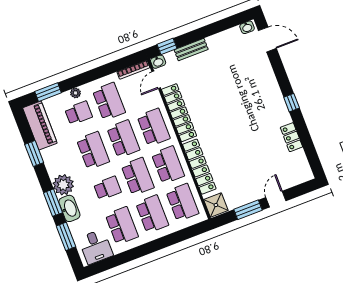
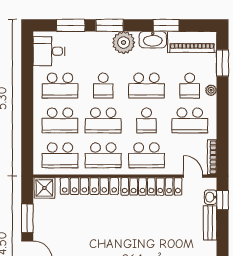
washbasin: (158, 62) -> (211, 197), moved
school desk: (123, 139) -> (146, 120), width x0.54
washbasin: (69, 208) -> (153, 40), moved

